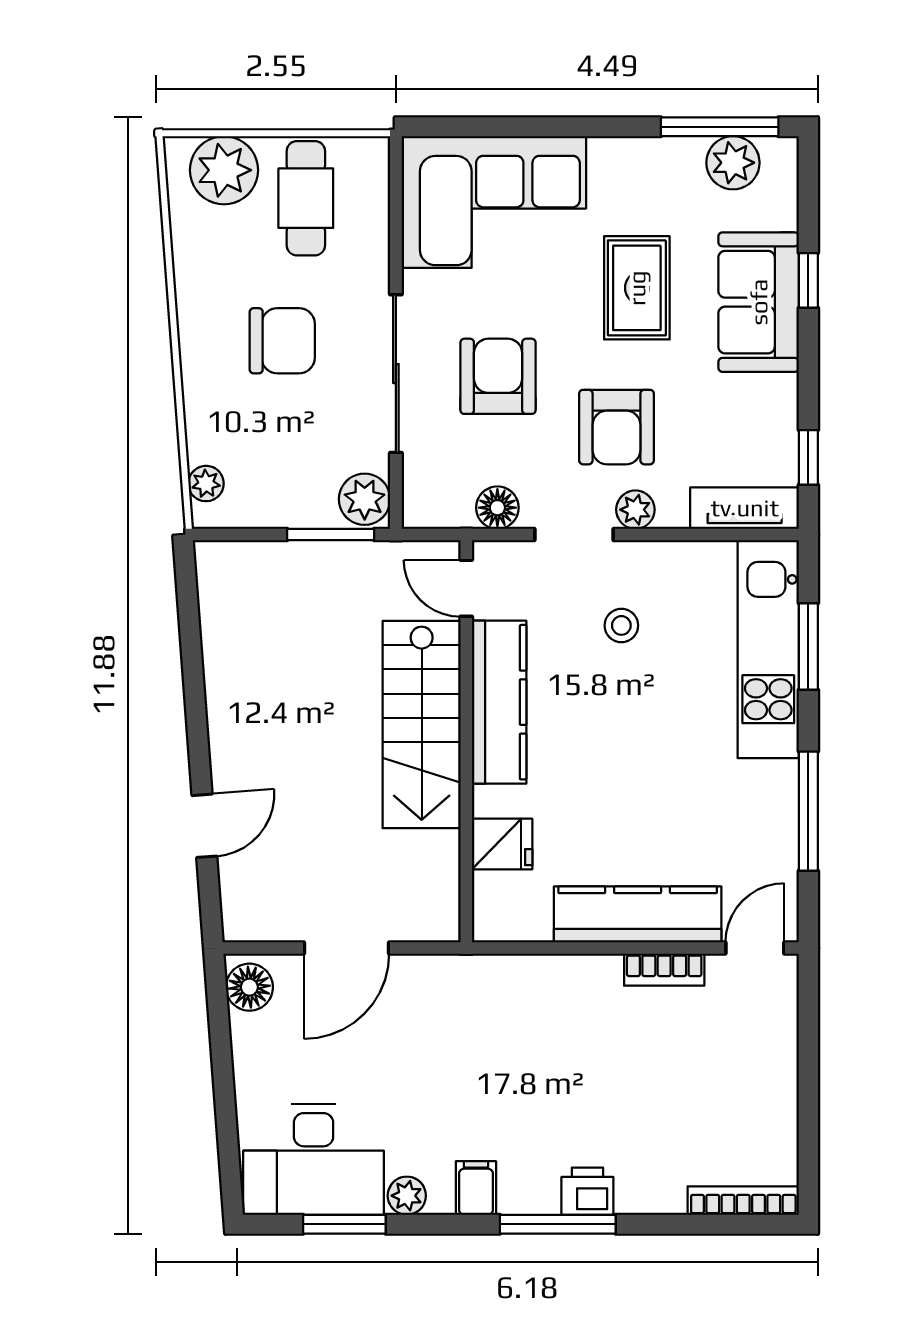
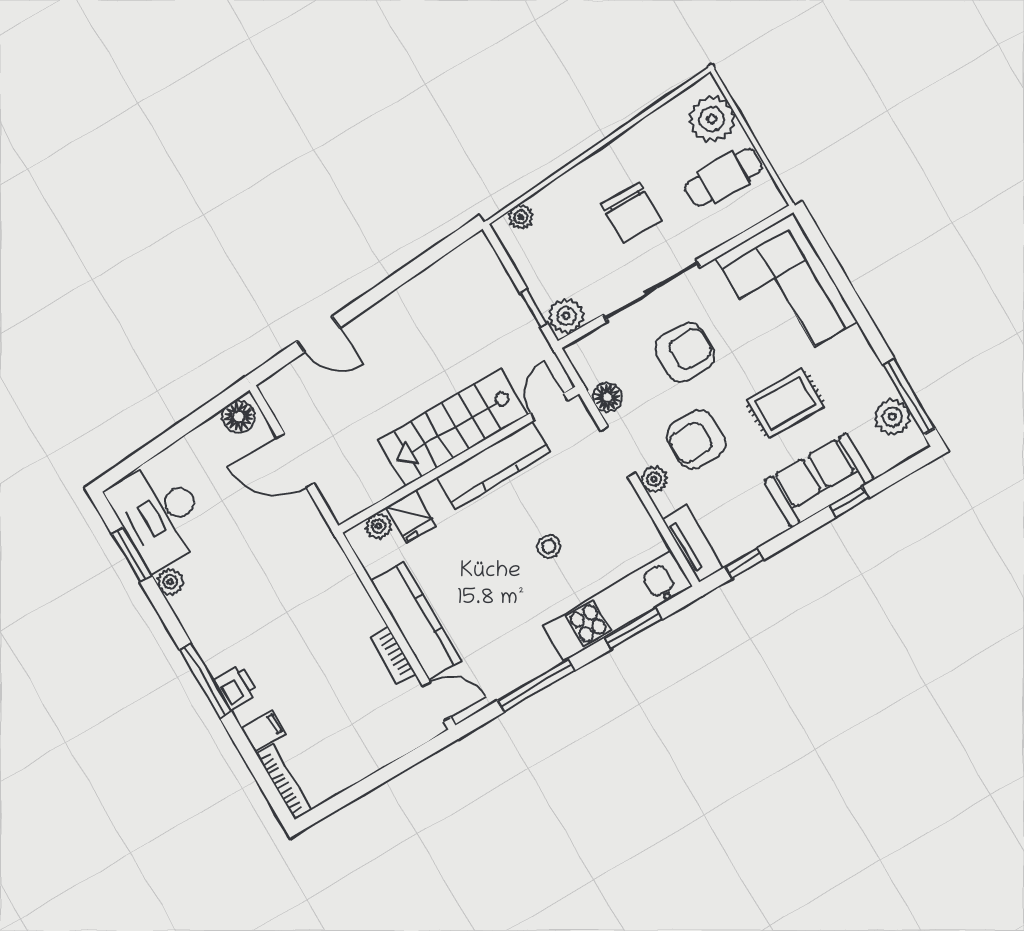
window: (331, 535) -> (534, 308), width x0.67
stool: (621, 625) -> (549, 546), moved
plant: (491, 892) -> (378, 526), added
filing cabinet: (476, 1188) -> (264, 731), moved

